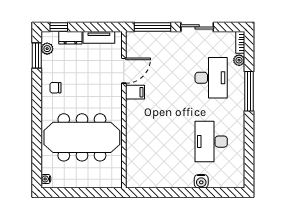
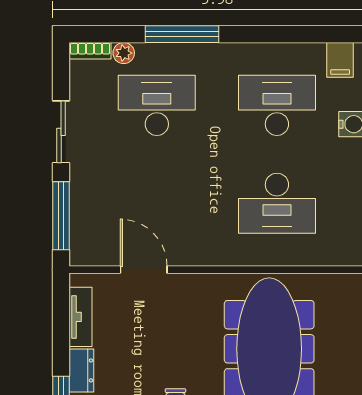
filing cabinet: (135, 92) -> (340, 60), moved, turned 180
desk: (159, 142) -> (277, 203), added
desk: (211, 142) -> (277, 105), turned 180

